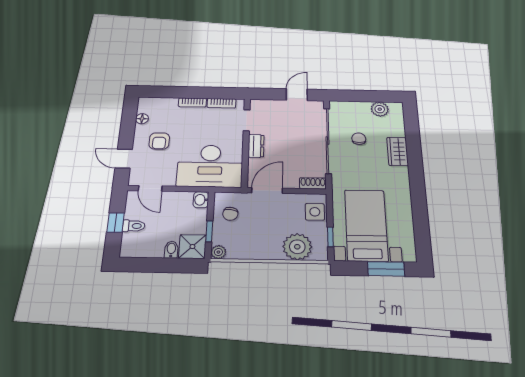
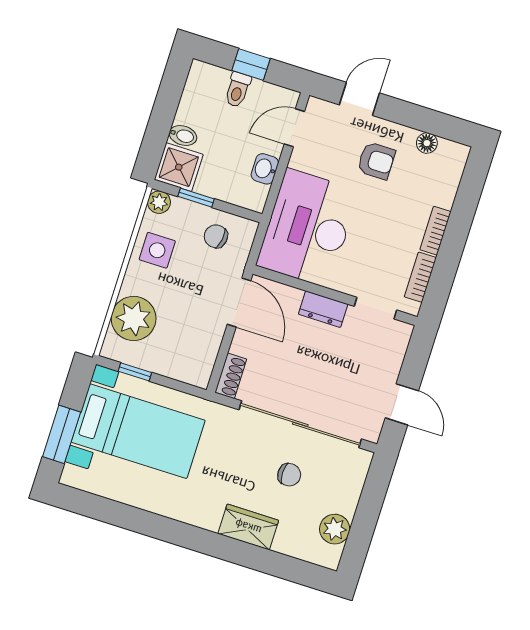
armchair: (159, 141) -> (376, 161), turned 180
washbasin: (201, 200) -> (265, 169), moved, turned -90
side table: (315, 212) -> (157, 250), moved

